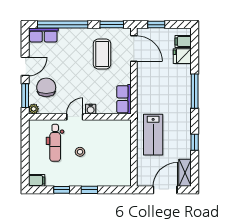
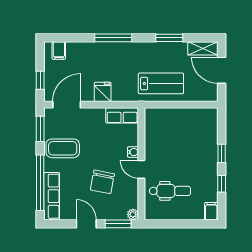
row of seats: (43, 35) -> (52, 196), width x1.48
coffee table: (102, 54) -> (63, 148), moved
fridge: (182, 56) -> (103, 92), moved, turned 180
chair: (46, 87) -> (102, 182), moved, turned -79
window: (195, 142) -> (169, 38), width x1.50
stool: (80, 152) -> (180, 164), removed

